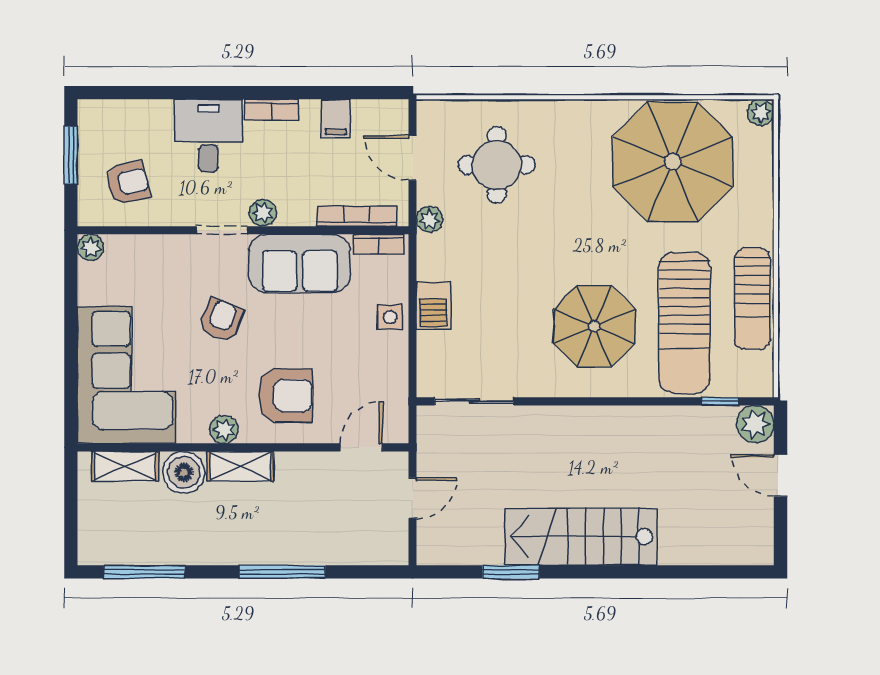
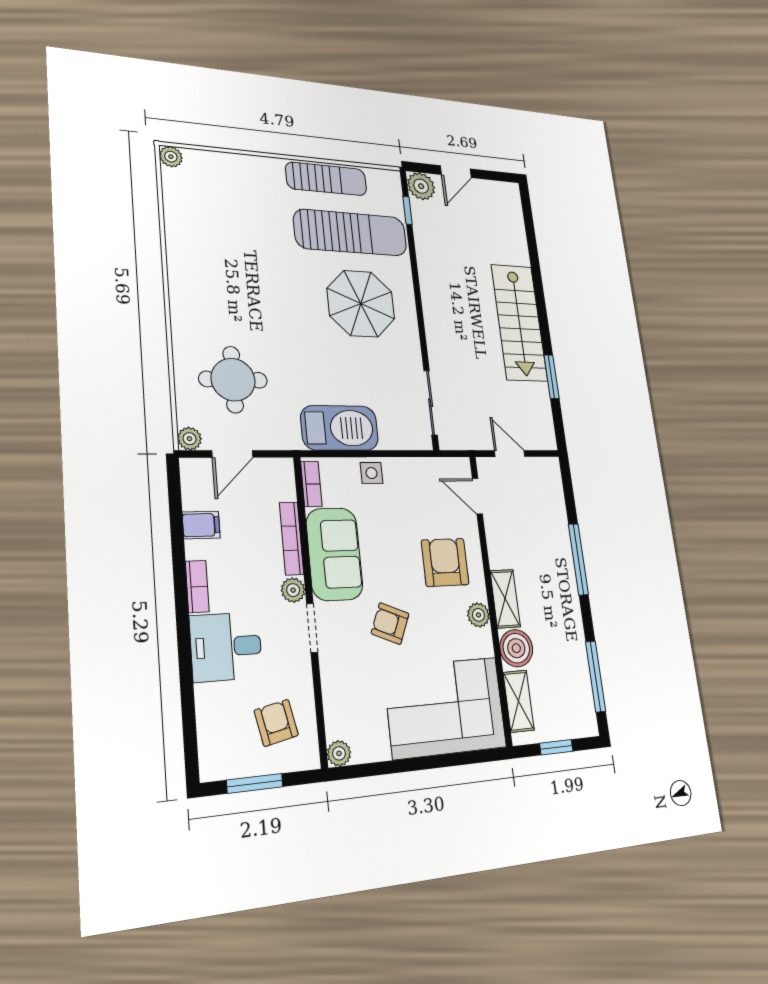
parasol: (673, 162) -> (219, 231), removed
bookcase: (357, 216) -> (292, 538), moved
plant: (429, 219) -> (190, 439), moved
barbecue: (433, 305) -> (340, 428), width x1.88, depth x1.53
window: (71, 507) -> (556, 747), added

